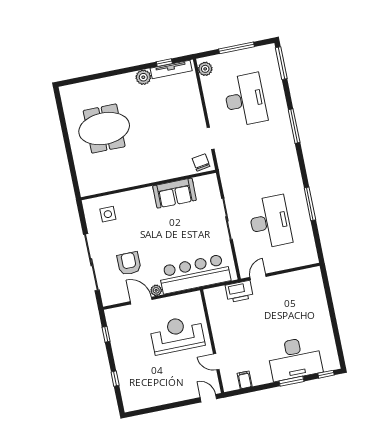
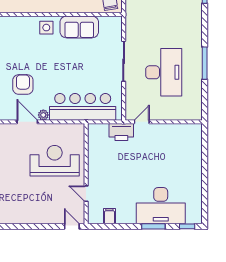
side table: (108, 214) -> (46, 28), moved

